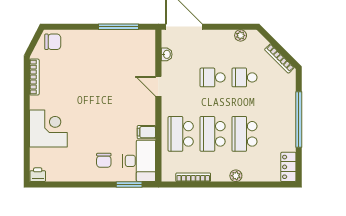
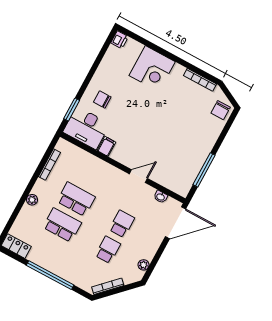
school desk: (181, 134) -> (90, 173), removed

